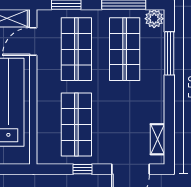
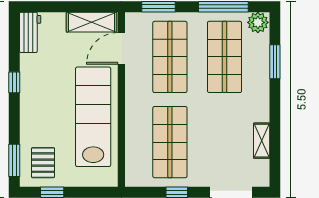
window: (169, 53) -> (275, 62), width x0.69
shelving: (157, 139) -> (262, 141), moved

